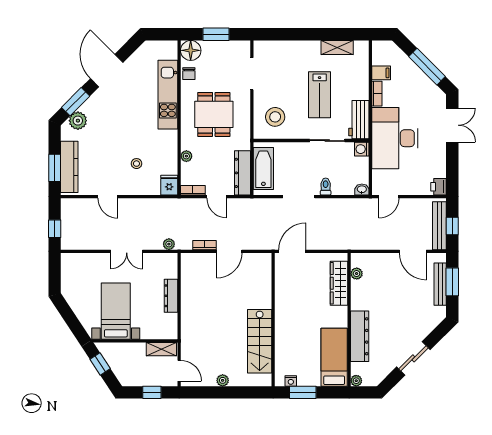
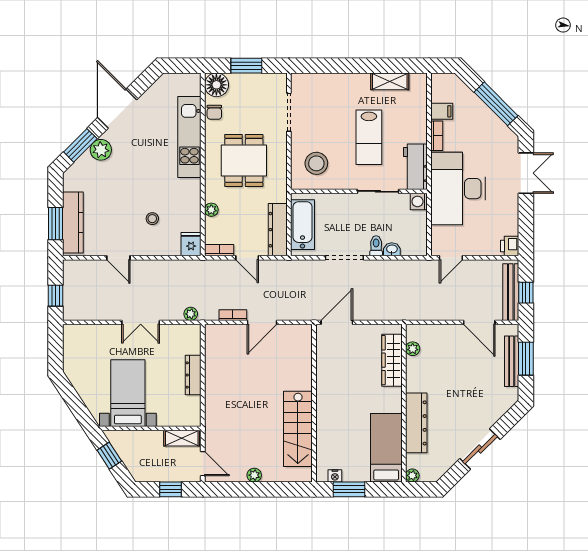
plant: (78, 121) -> (101, 150), moved
washbasin: (362, 190) -> (392, 249), moved

